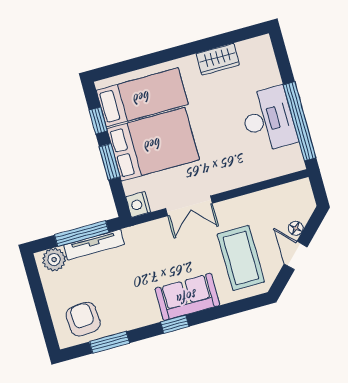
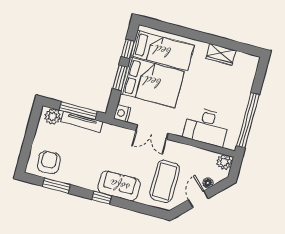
desk: (268, 119) -> (206, 127), moved, turned 90
plant: (301, 190) -> (224, 162), added

